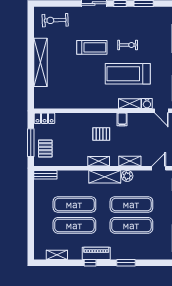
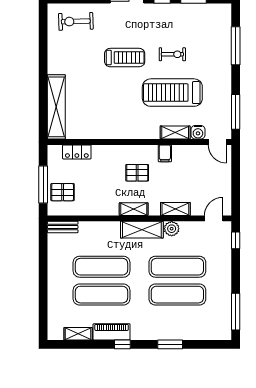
shelving: (41, 62) -> (56, 107), moved
locker: (45, 118) -> (77, 152), moved
pallet: (45, 148) -> (63, 192), turned 90
piano: (96, 253) -> (112, 332), moved

